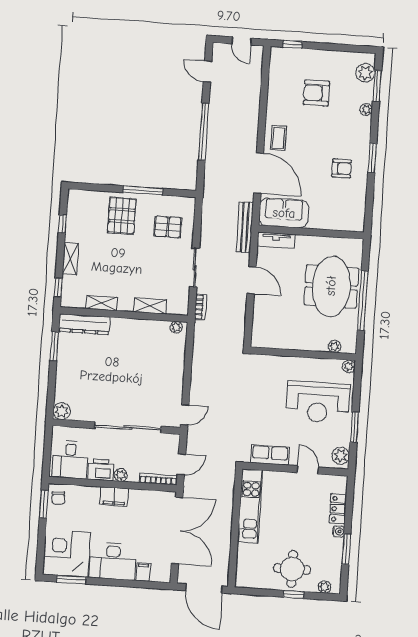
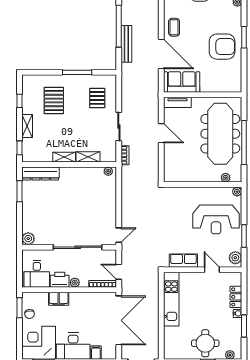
armchair: (342, 168) -> (222, 47), width x1.88, depth x1.88
pallet: (122, 216) -> (54, 101), moved
pallet: (168, 227) -> (97, 98), turned 90
bench: (245, 227) -> (126, 44), moved
meeting table: (331, 286) -> (220, 134), width x1.36
shelving: (101, 303) -> (64, 157), moved
door: (181, 464) -> (119, 272), swing flipped
filing cabinet: (114, 497) -> (59, 299), moved
chair: (58, 498) -> (30, 314), moved

